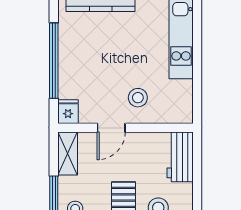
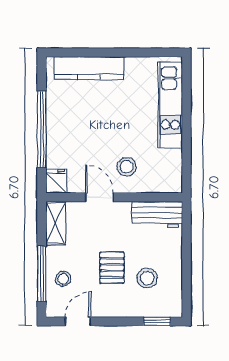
door: (111, 128) -> (100, 197), swing flipped
workbench: (180, 157) -> (157, 215), moved, turned -90

